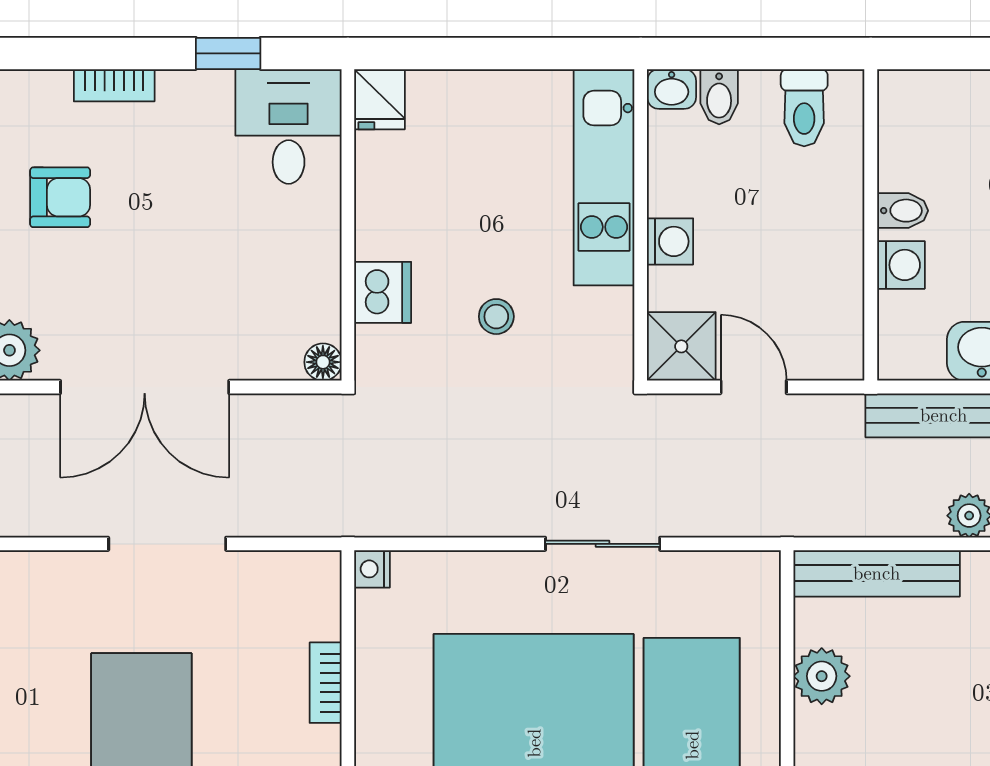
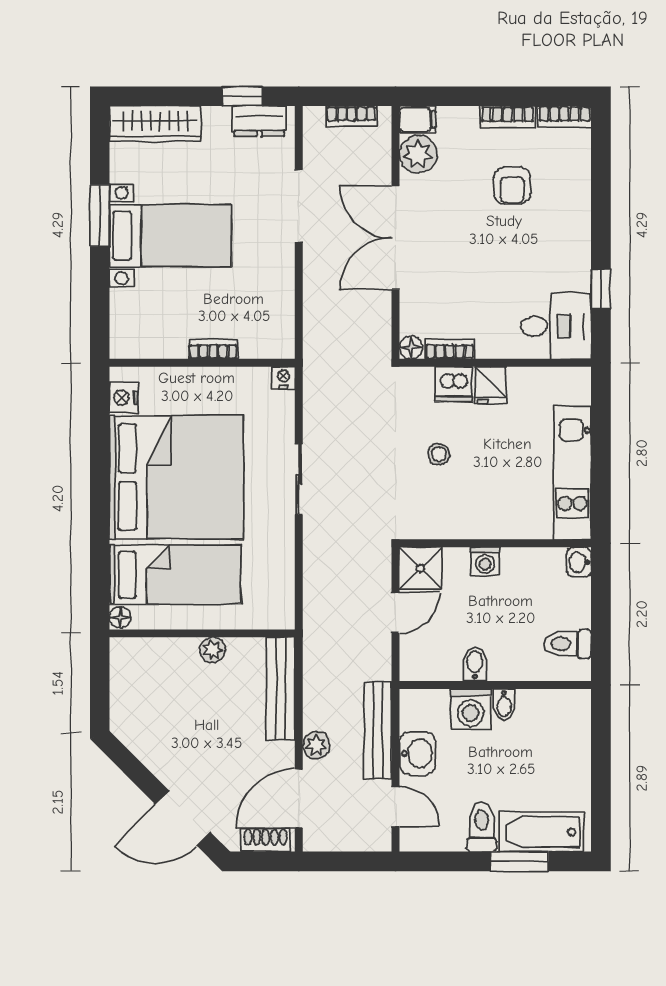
bookcase: (114, 85) -> (450, 349), moved, turned 90
bidet: (719, 97) -> (475, 664), moved, turned 90
fridge: (380, 99) -> (491, 385), moved, turned -90
kitchen unit: (604, 177) -> (572, 473), moved, turned -90
washing machine: (901, 265) -> (471, 709), width x1.38, depth x1.38
doorway: (167, 544) -> (299, 206), moved
sliding door: (603, 544) -> (299, 479), moved
plant: (822, 676) -> (213, 650), width x0.73, depth x0.73

